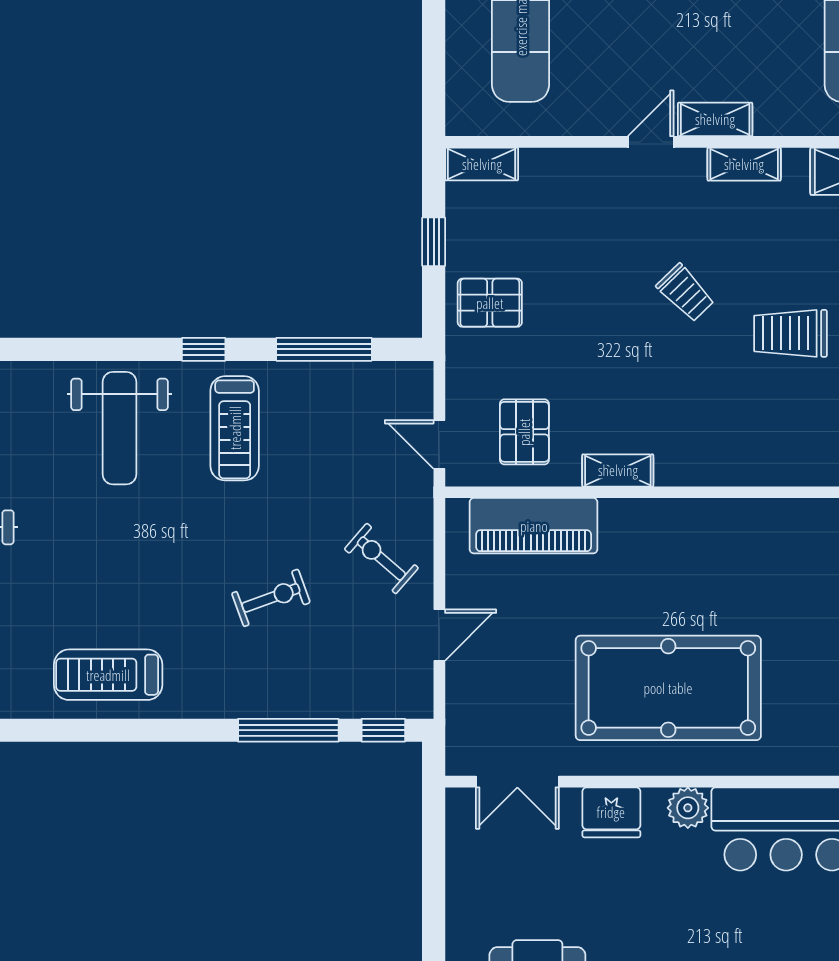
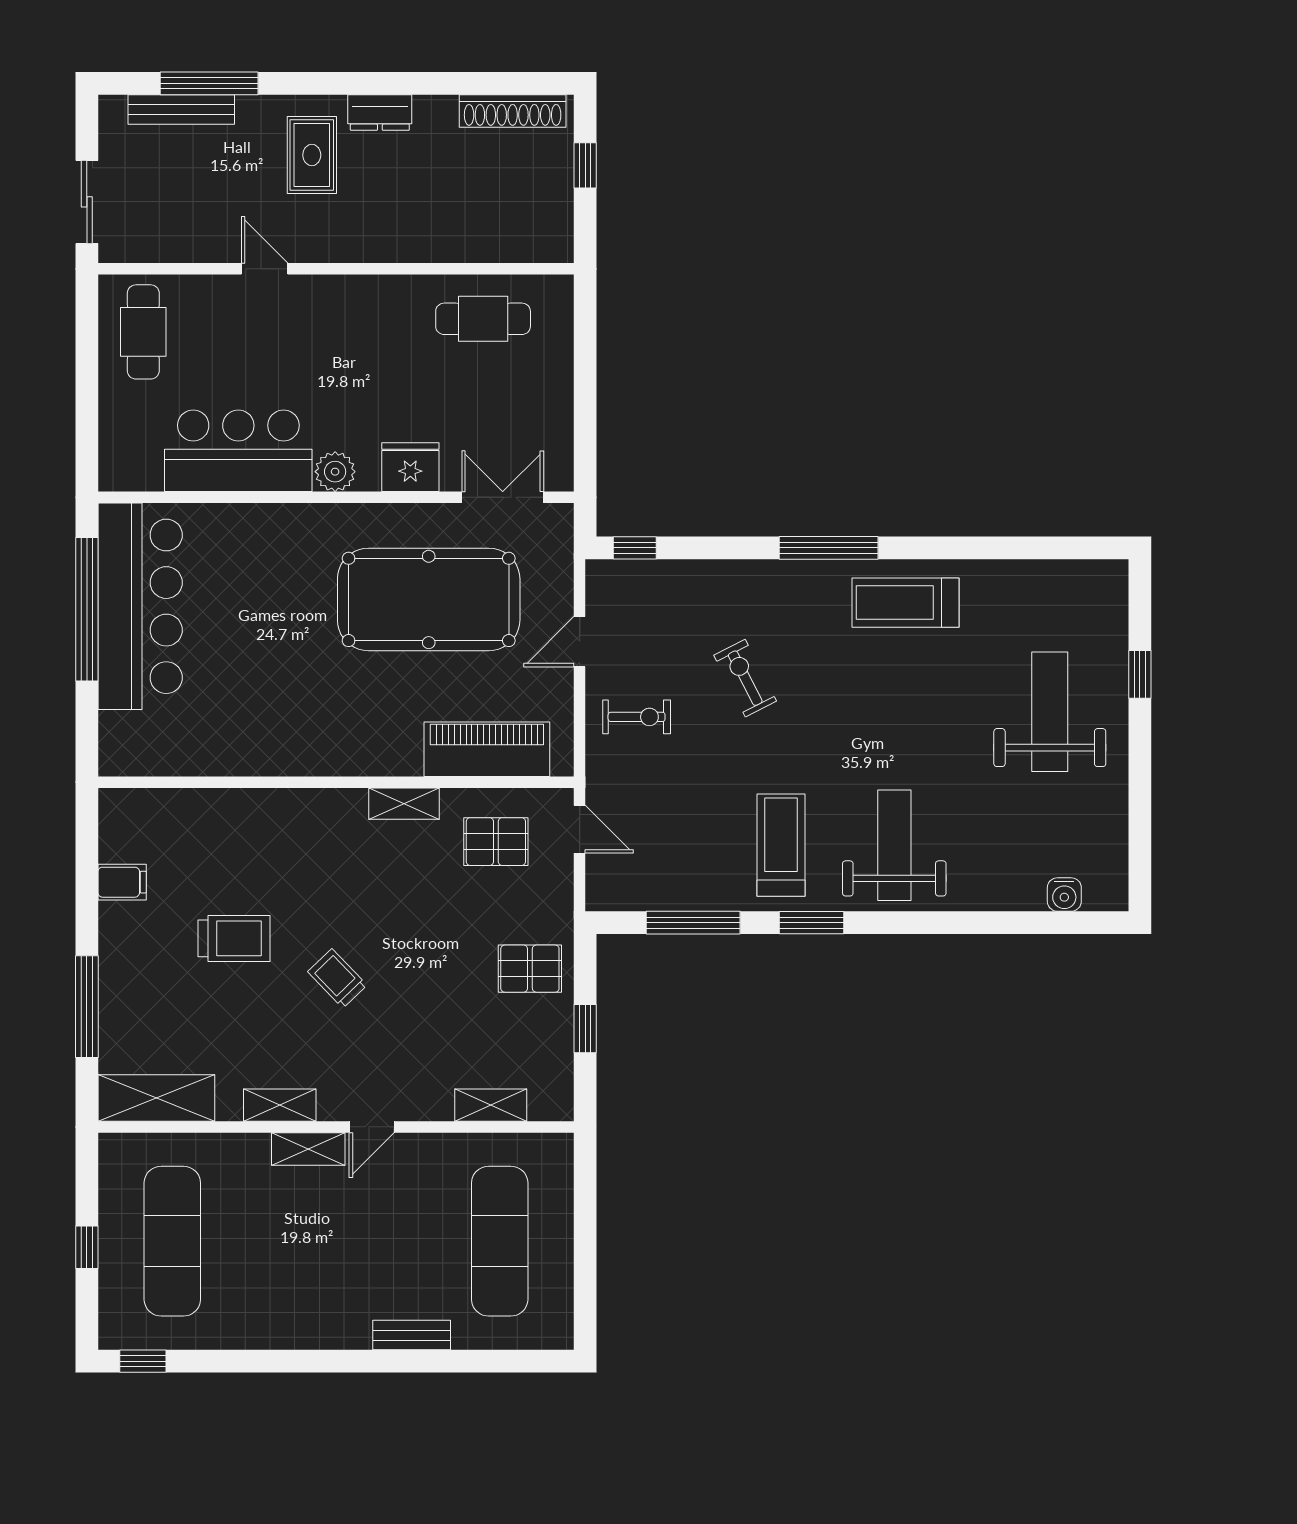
shelving: (482, 164) -> (491, 1105), moved
window: (204, 349) -> (811, 923), width x1.50
pallet: (524, 432) -> (496, 842), turned 90
exercise bike: (381, 559) -> (637, 717), turned -41
exercise bike: (271, 598) -> (745, 678), turned 83
treadmill: (108, 675) -> (905, 603), turned 180
pool table: (668, 688) -> (429, 599), moved
window: (288, 730) -> (829, 548), moved

